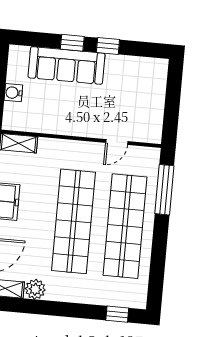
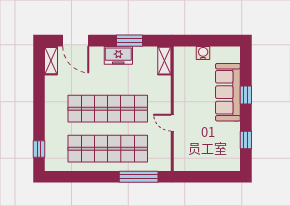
window: (108, 46) -> (246, 140), moved
door: (117, 142) -> (172, 123), moved
plant: (35, 289) -> (53, 84), removed

